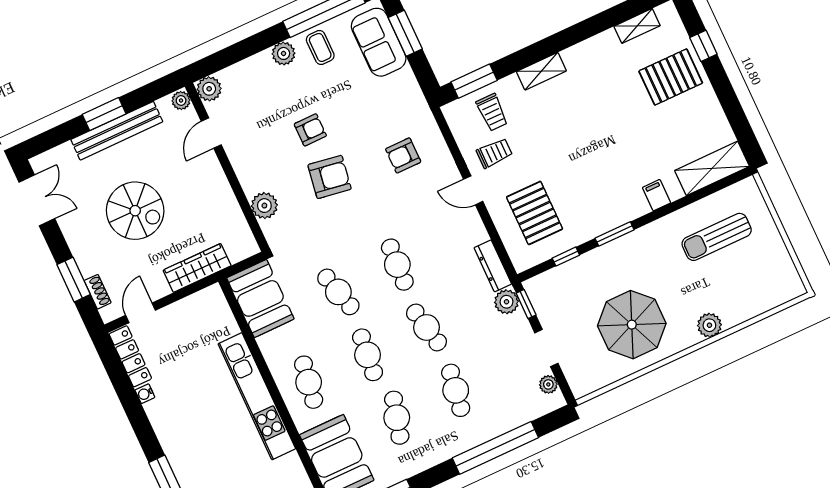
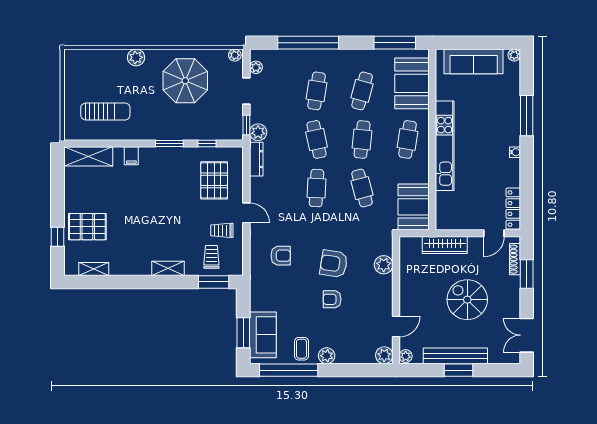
shoe rack: (98, 292) -> (515, 259), width x1.43
plant: (583, 388) -> (235, 55), added
water cooler: (145, 394) -> (515, 152), moved

